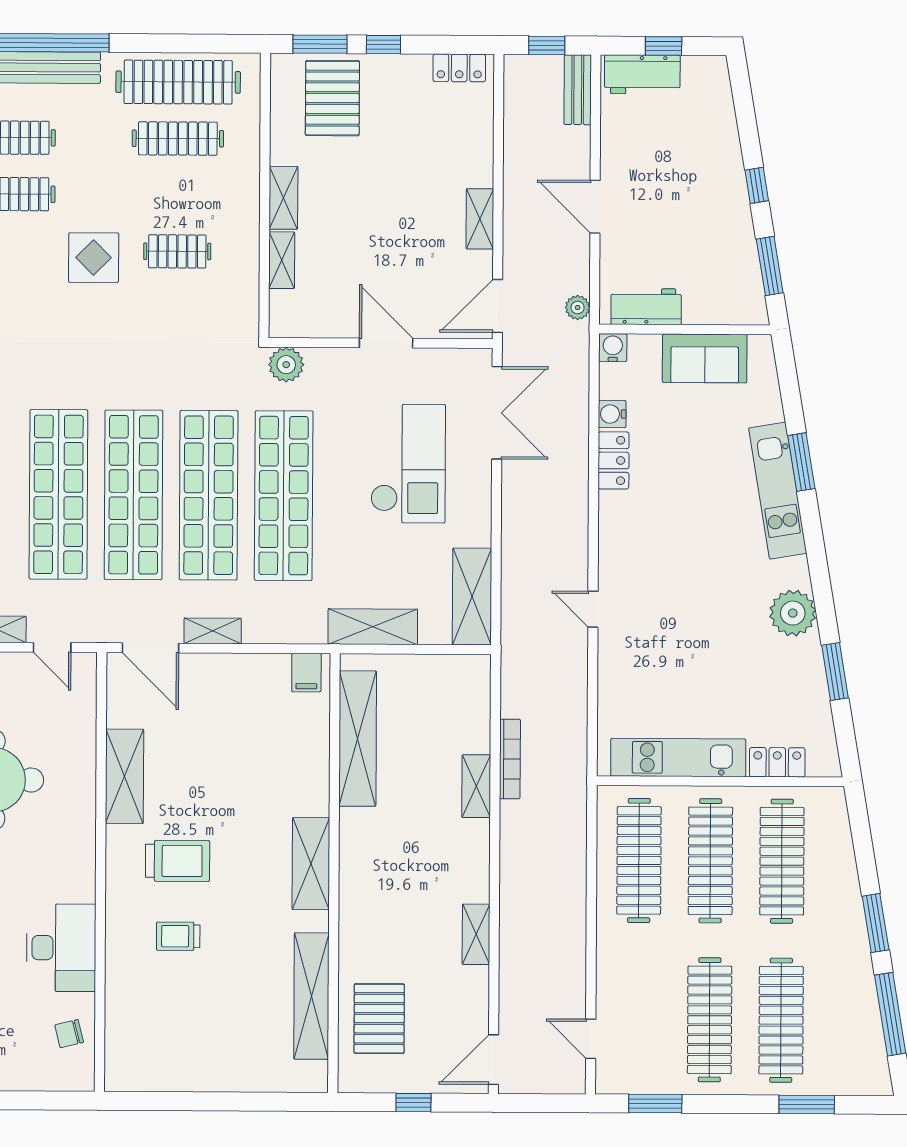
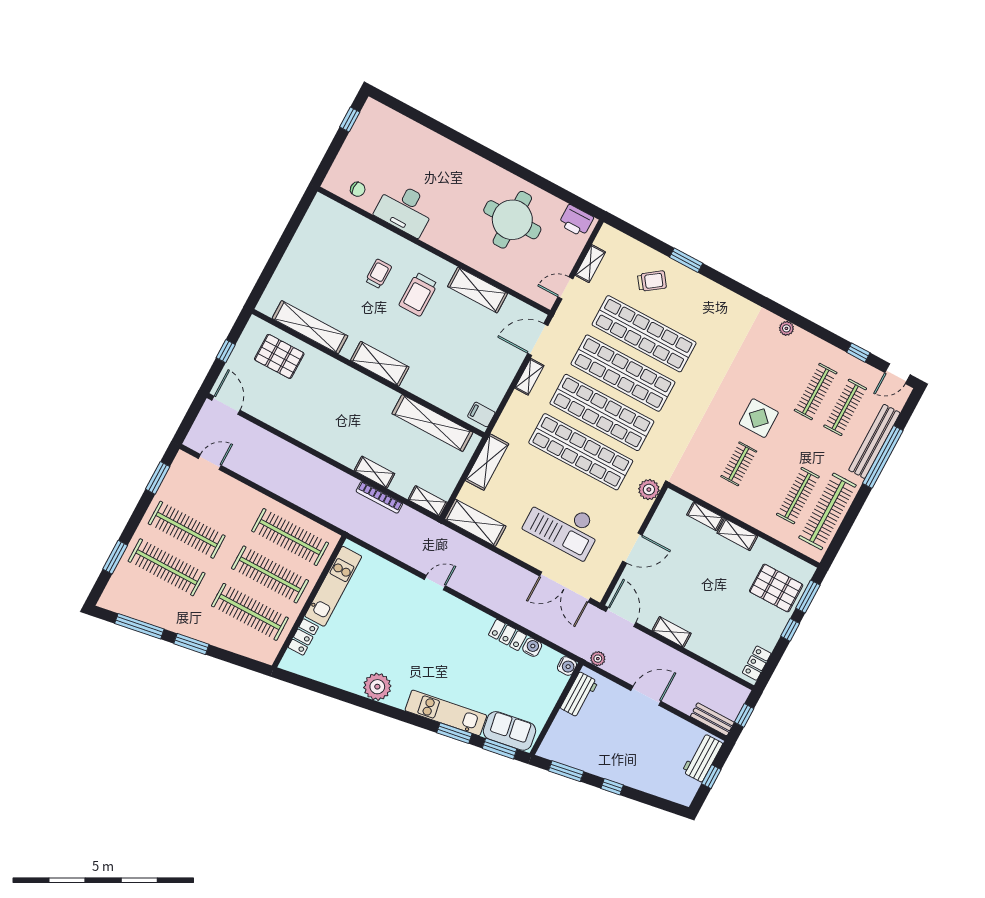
sofa: (705, 358) -> (510, 731), moved, turned 81
window: (835, 672) -> (500, 749), moved
shelving: (476, 934) -> (428, 501), moved
chair: (69, 1034) -> (358, 189), turned 104

